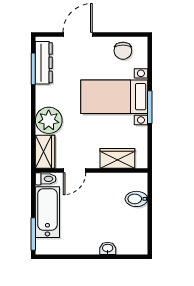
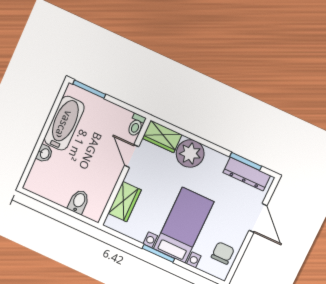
chair: (123, 51) -> (223, 253), turned 90
bathtub: (47, 212) -> (64, 123), moved, turned -90

